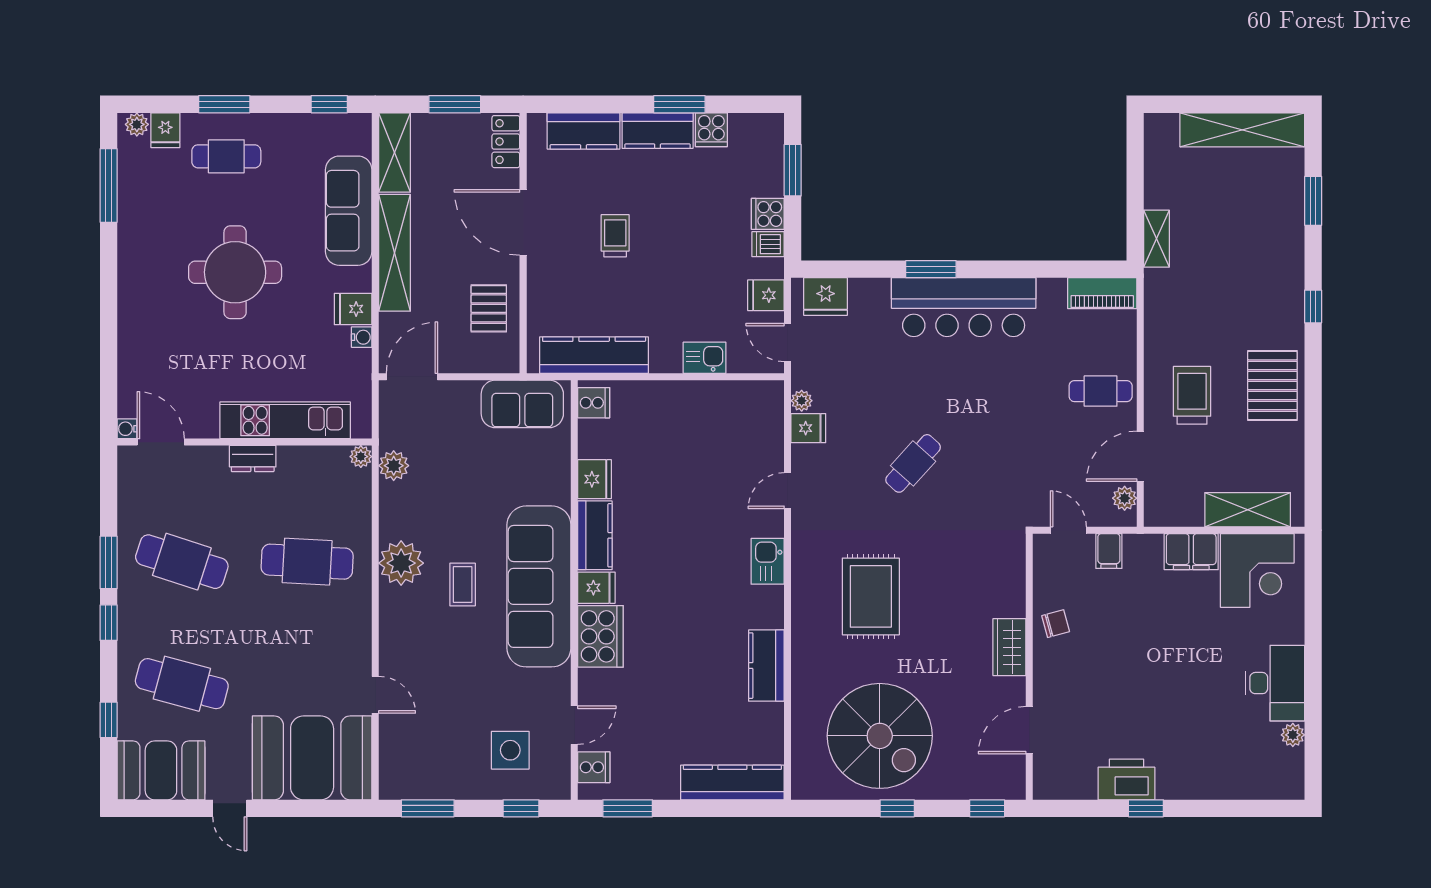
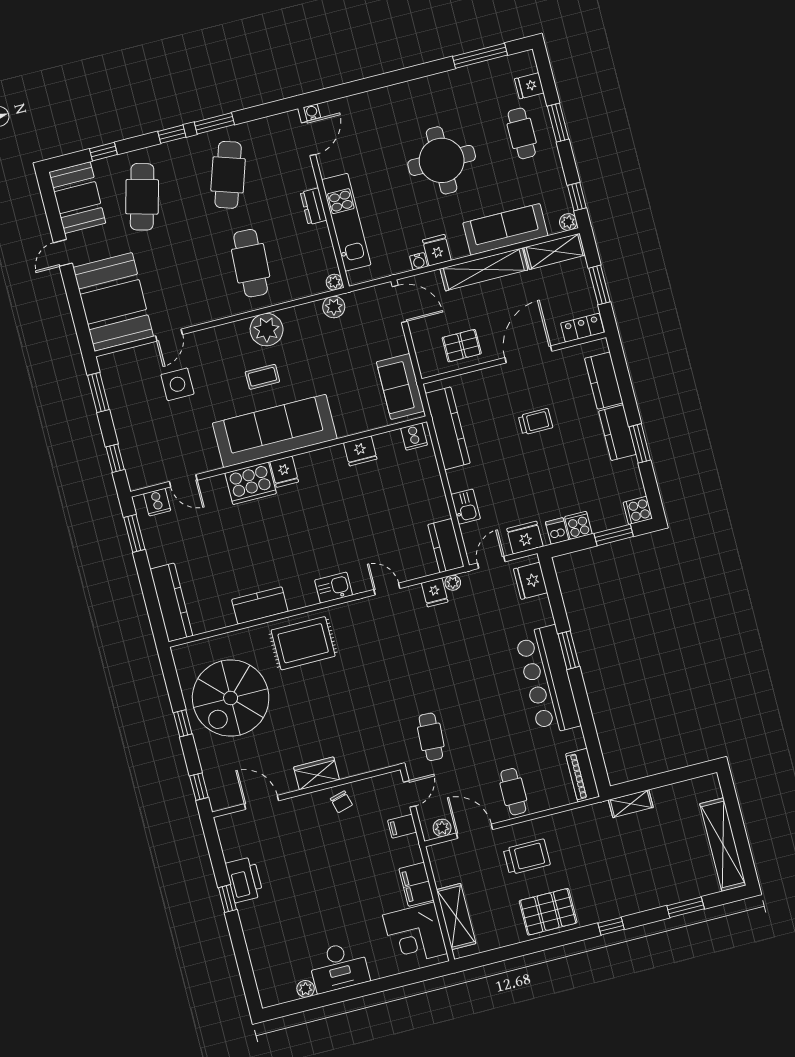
plant: (137, 124) -> (568, 222), moved
cooker: (711, 130) -> (638, 510), moved
fridge: (766, 295) -> (525, 538), width x1.38
cafe table: (913, 463) -> (431, 737), moved, turned 51
kitchen counter: (595, 535) -> (446, 546), moved, turned 90
rug: (871, 596) -> (303, 643), moved
side table: (510, 750) -> (177, 384), moved

